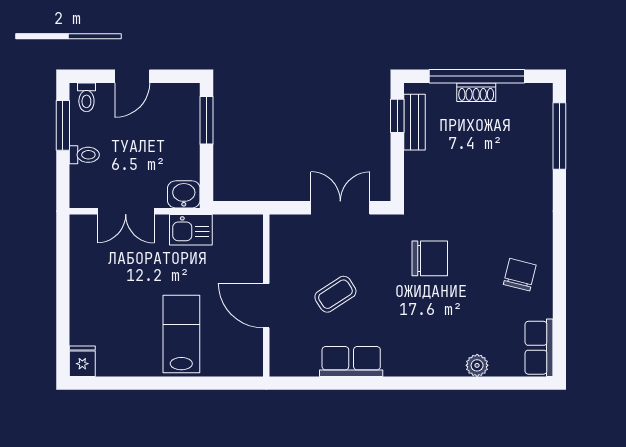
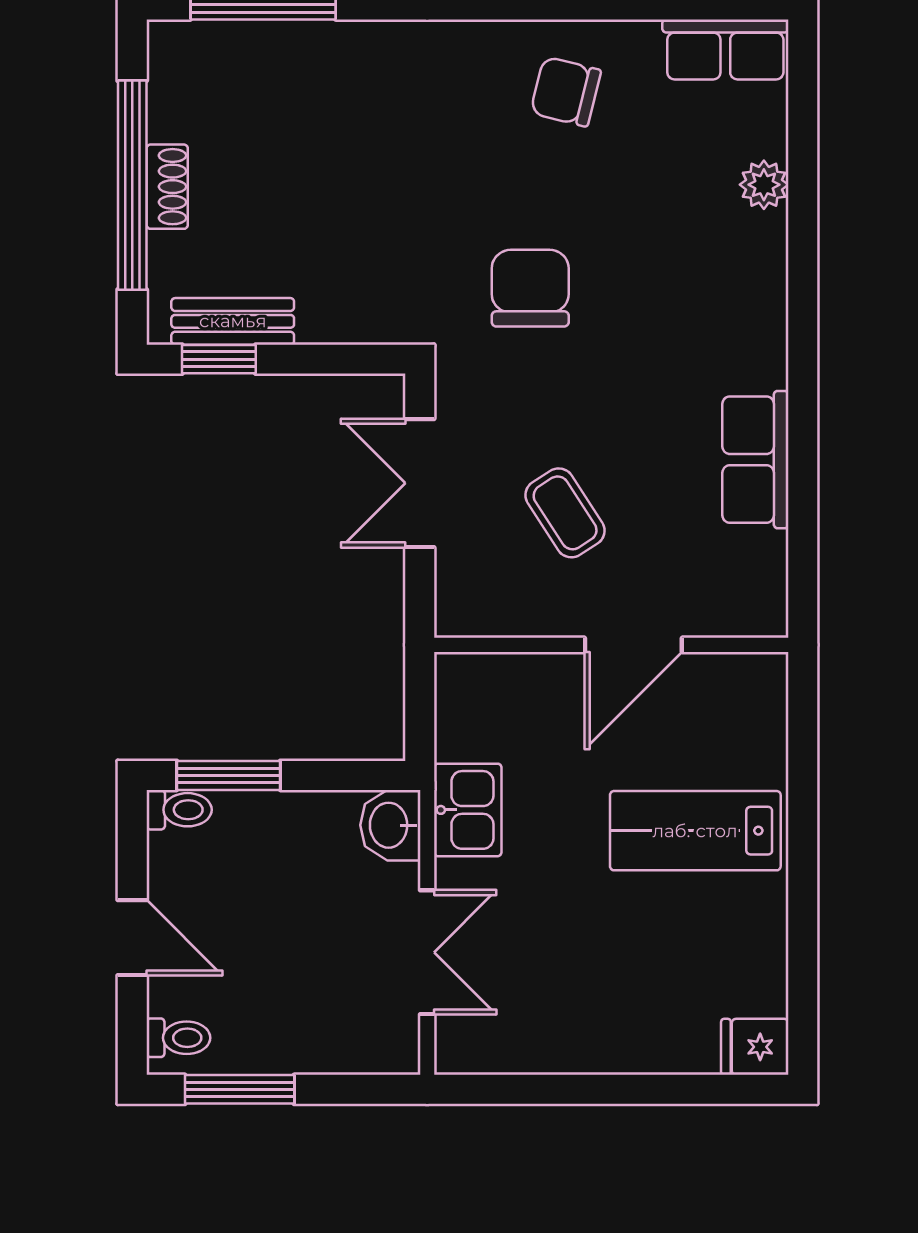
toilet: (84, 155) -> (179, 810), moved, turned 90
coffee table: (335, 294) -> (565, 513), moved

